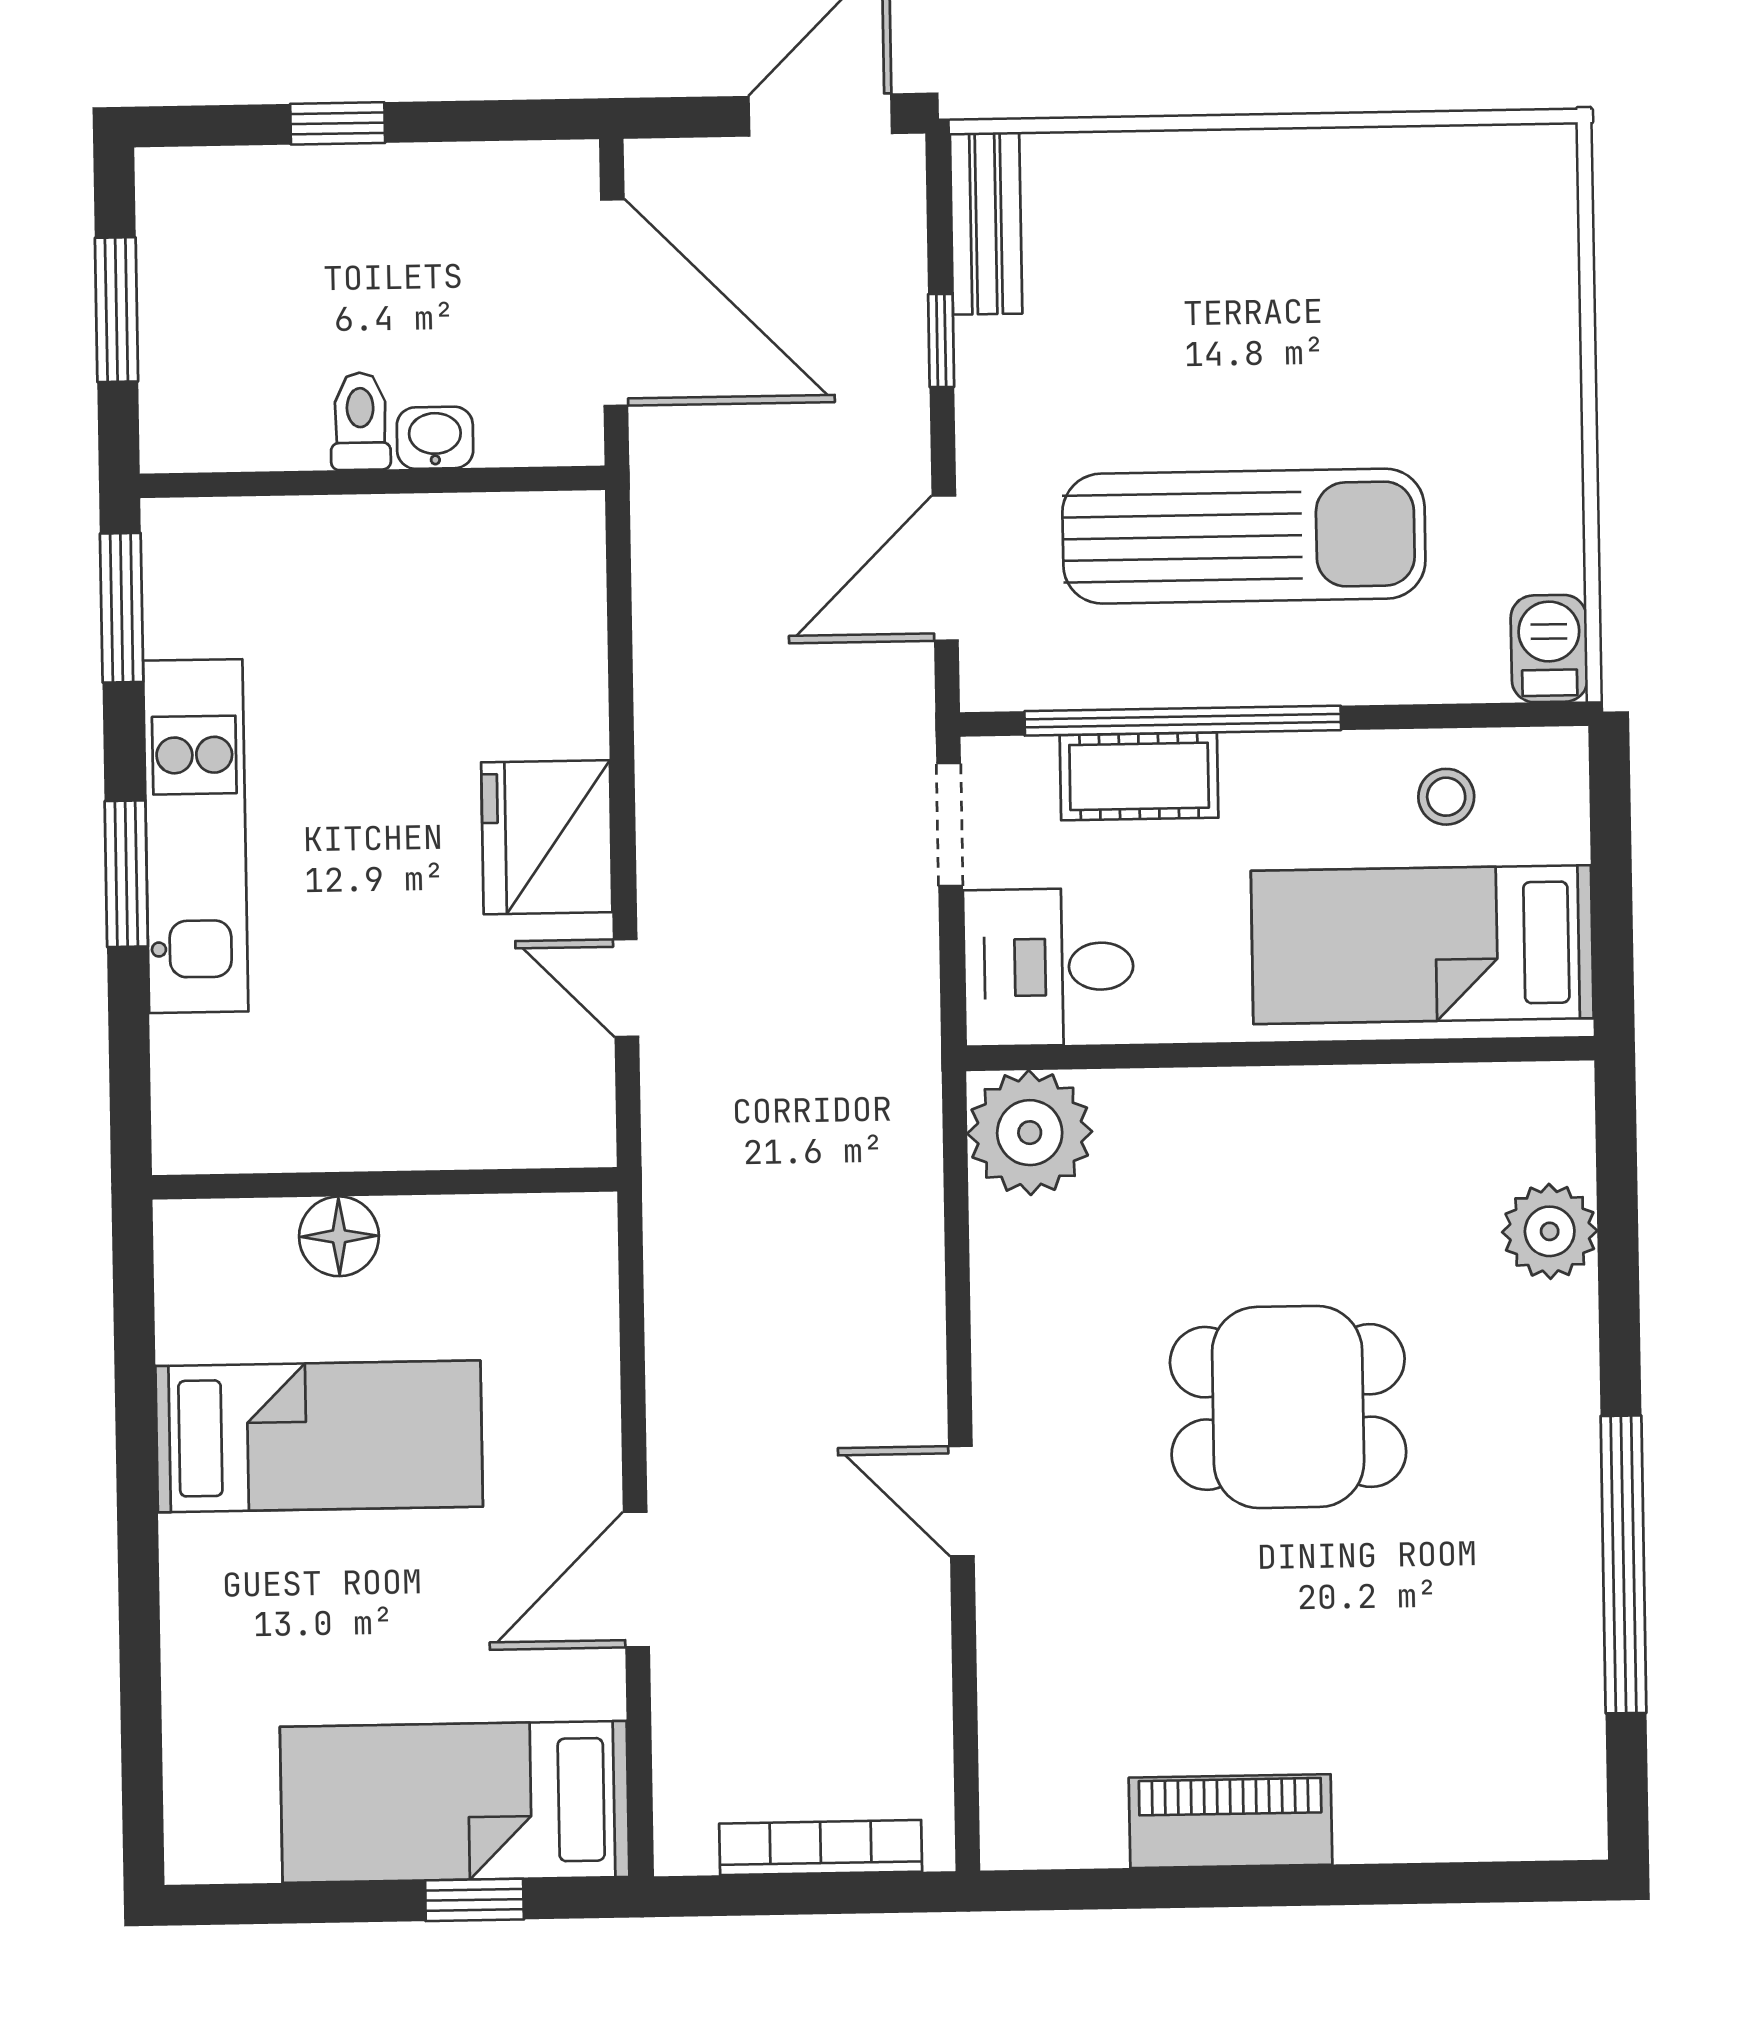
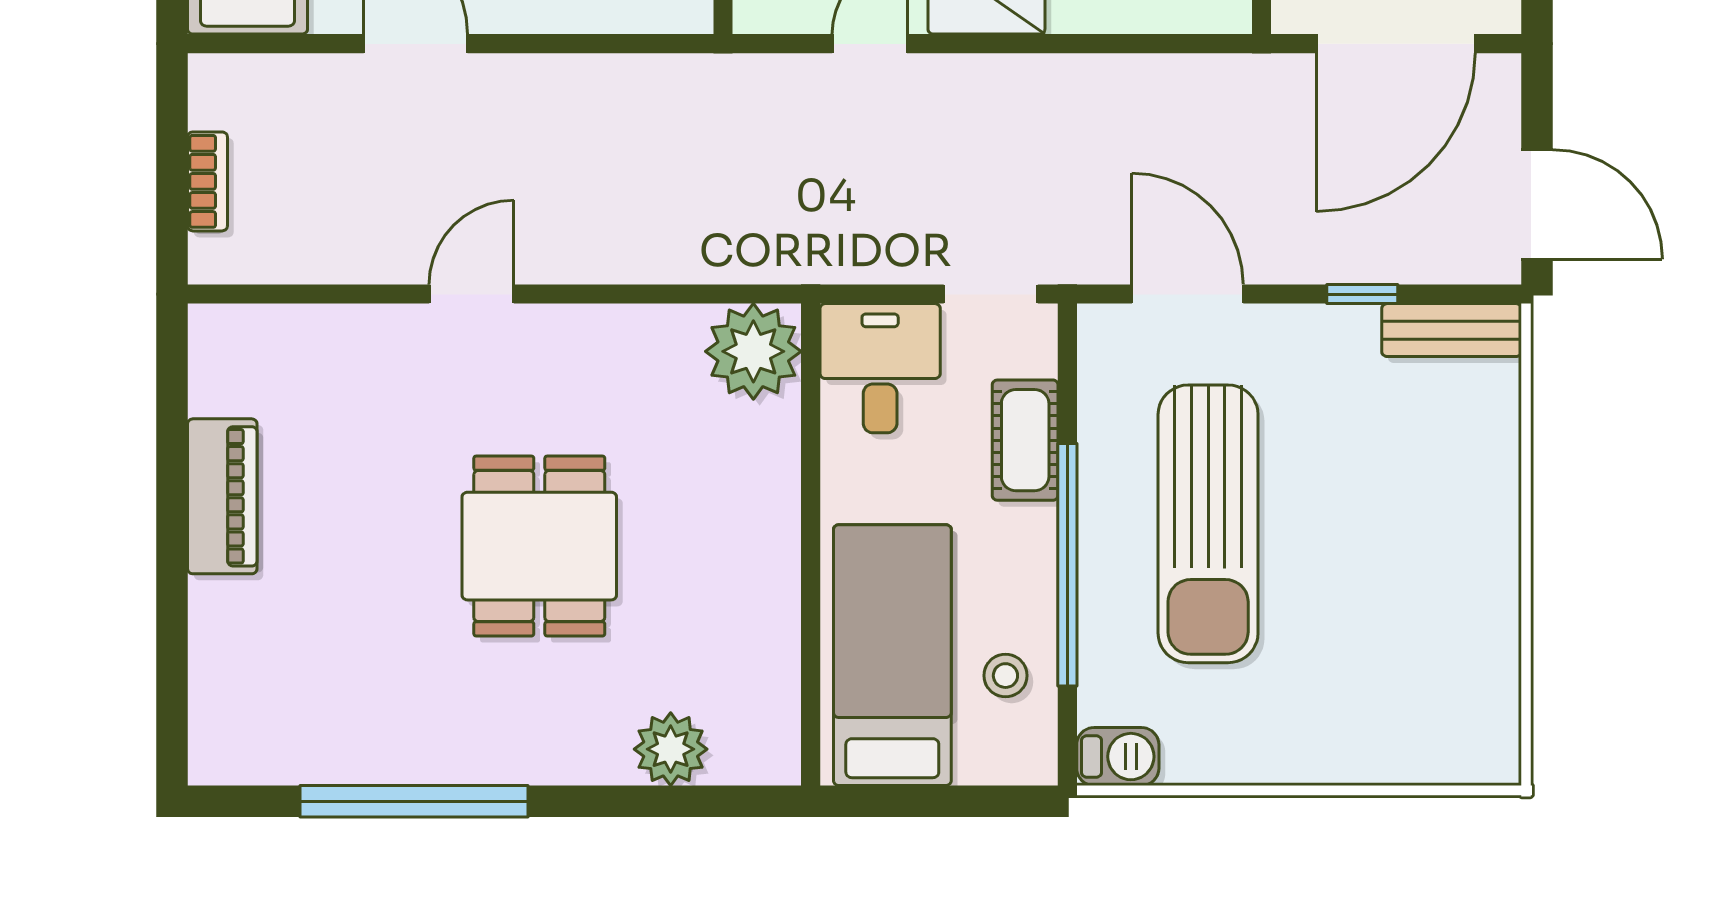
window: (1183, 721) -> (1067, 565), moved
bookcase: (821, 1848) -> (207, 181), width x0.64

